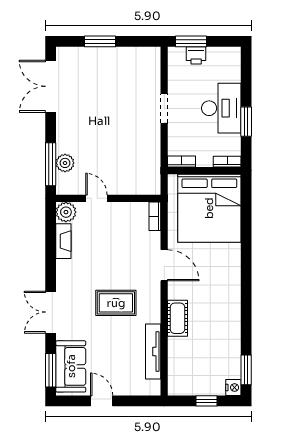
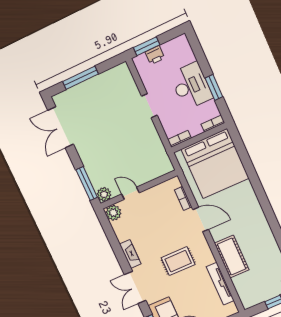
window: (100, 41) -> (80, 78), width x1.44
plant: (65, 163) -> (104, 194), moved
bookcase: (155, 216) -> (183, 198), moved
fireplace: (63, 241) -> (130, 254), moved
cot: (177, 318) -> (232, 257), width x1.37, depth x1.34

